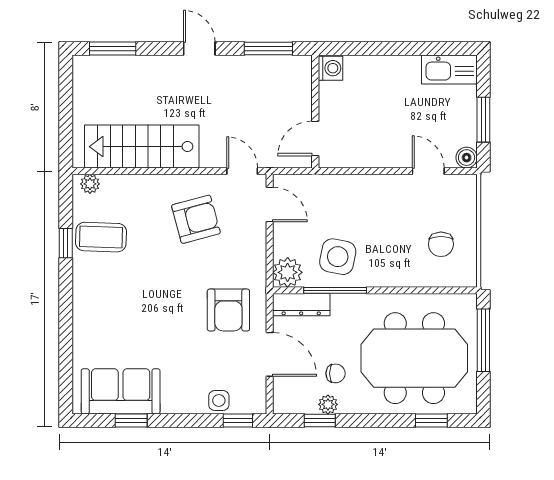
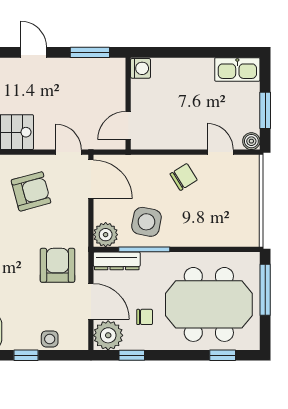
door: (270, 204) -> (91, 179), width x1.38
chair: (441, 244) -> (184, 177), moved, turned -122
armchair: (228, 310) -> (57, 265), turned 180
plant: (328, 404) -> (108, 335), moved, width x1.88, depth x1.88
window: (238, 420) -> (26, 355), moved

